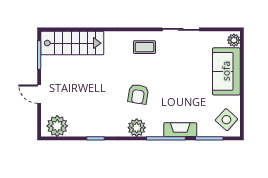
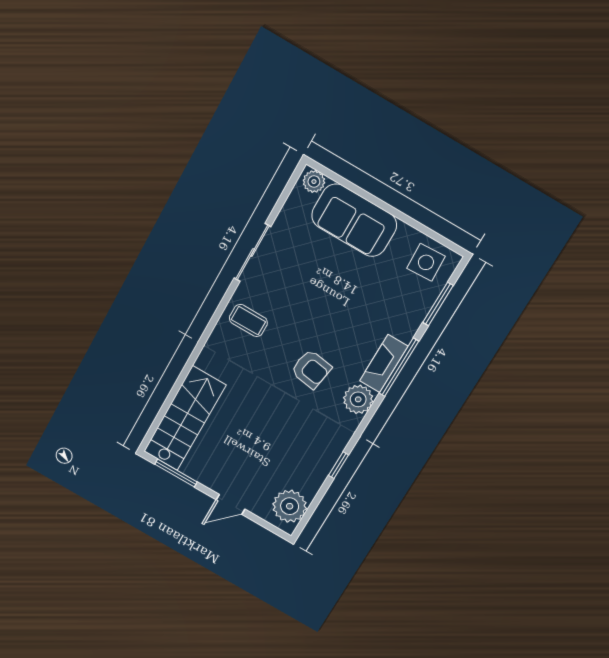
coffee table: (145, 47) -> (248, 321), turned 90
side table: (226, 120) -> (426, 262), turned 45
fireplace: (180, 130) -> (384, 364), moved

